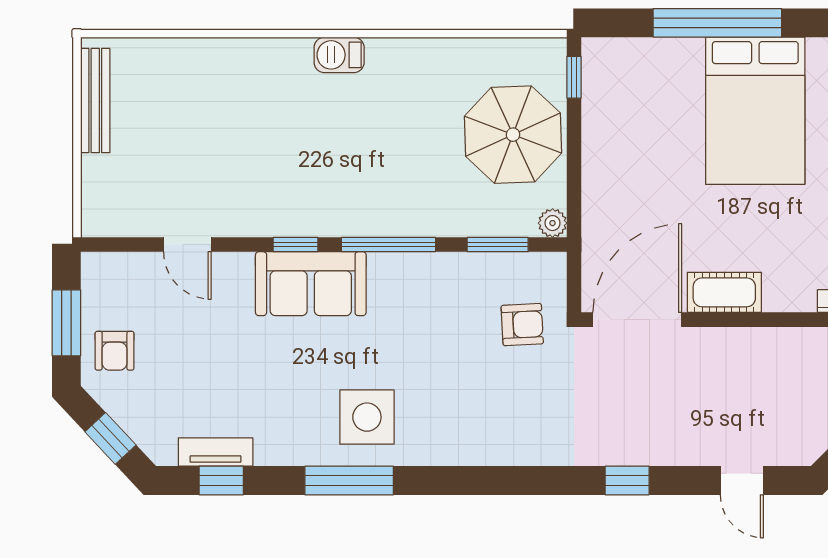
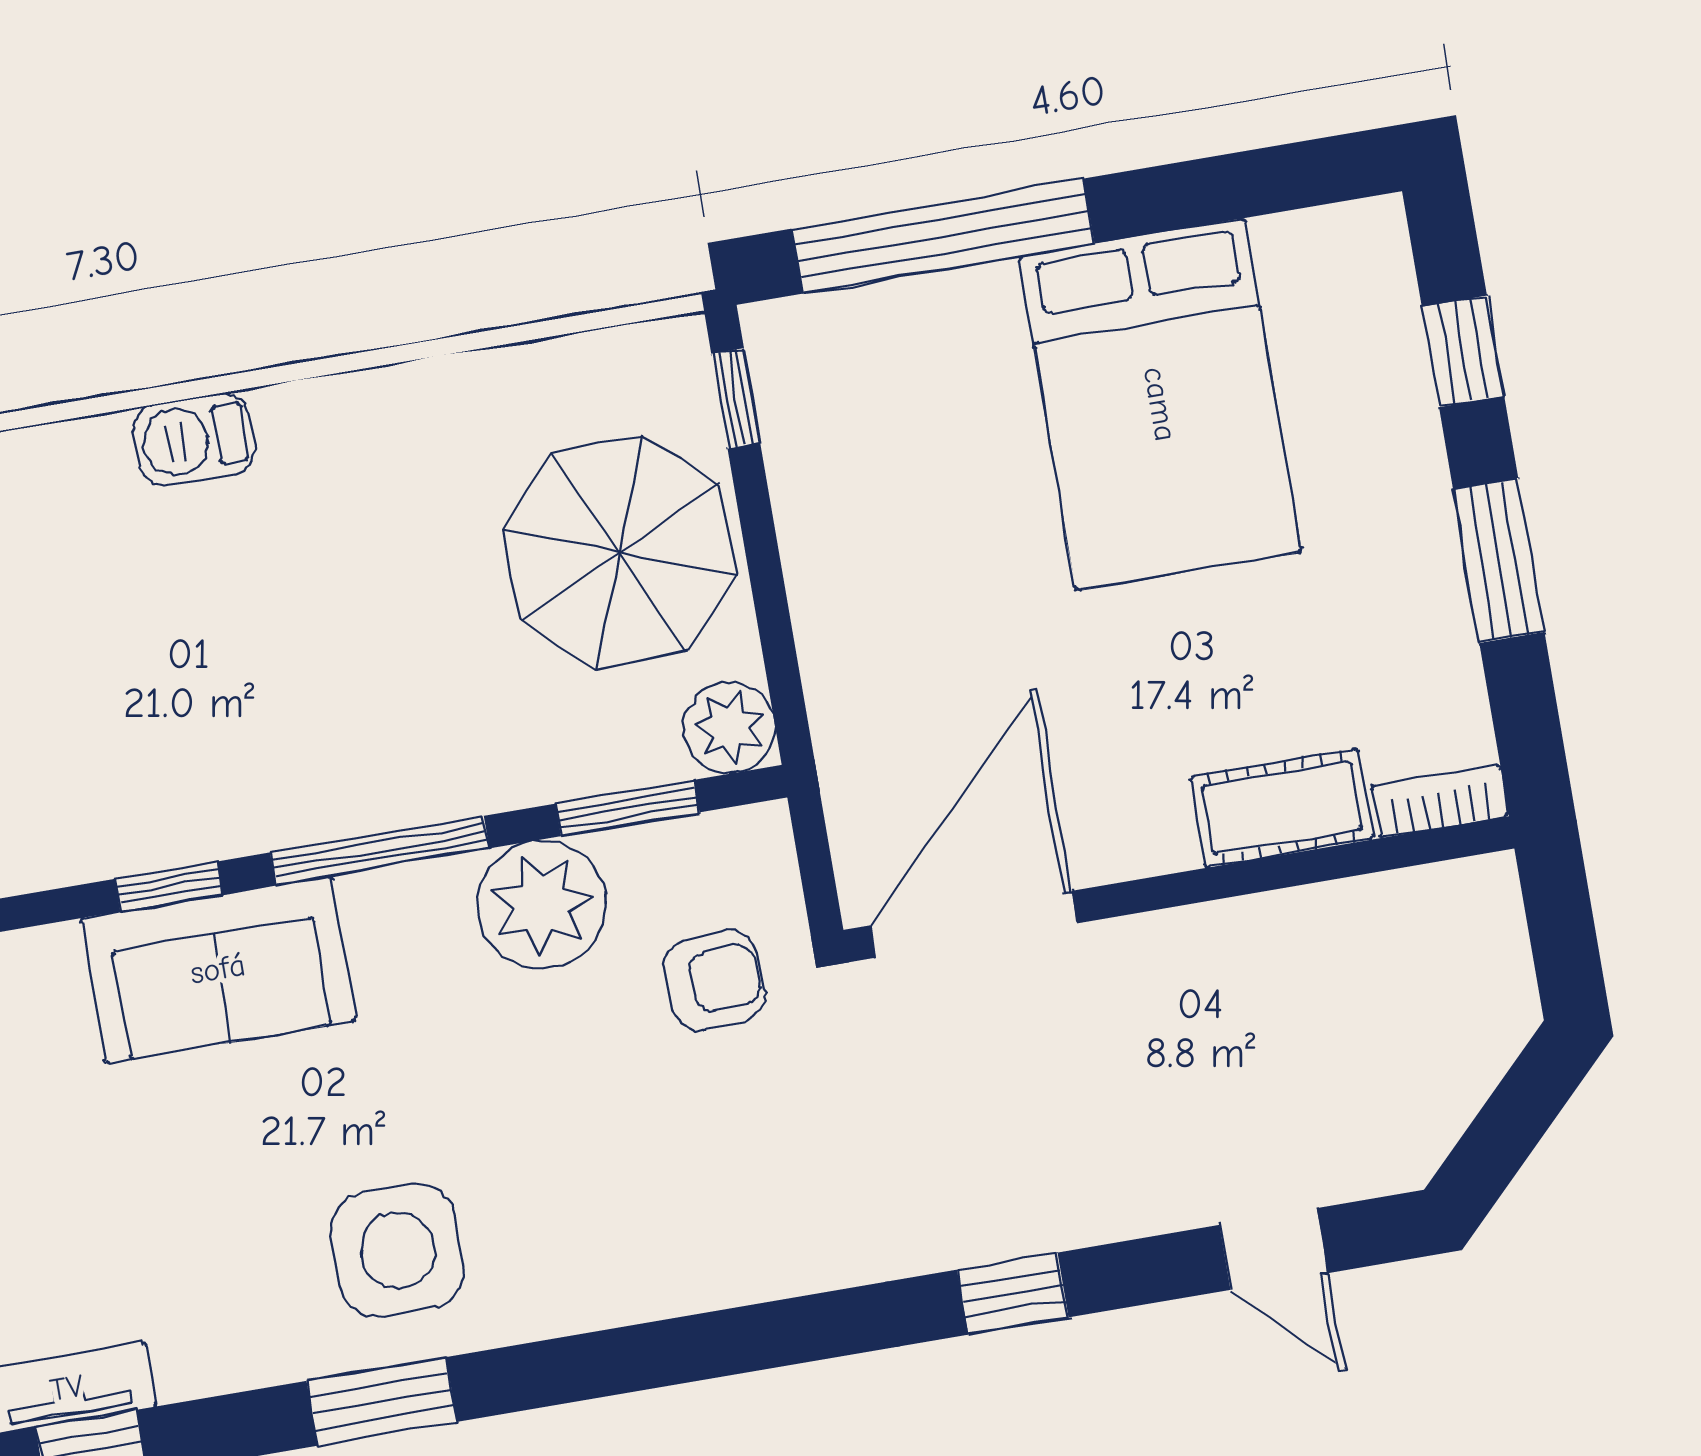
window: (717, 23) -> (943, 236), moved
plant: (553, 223) -> (729, 728), width x1.38, depth x1.38
plant: (454, 280) -> (542, 905), added
cot: (724, 292) -> (1282, 808), moved
window: (349, 481) -> (382, 1401), width x0.69

